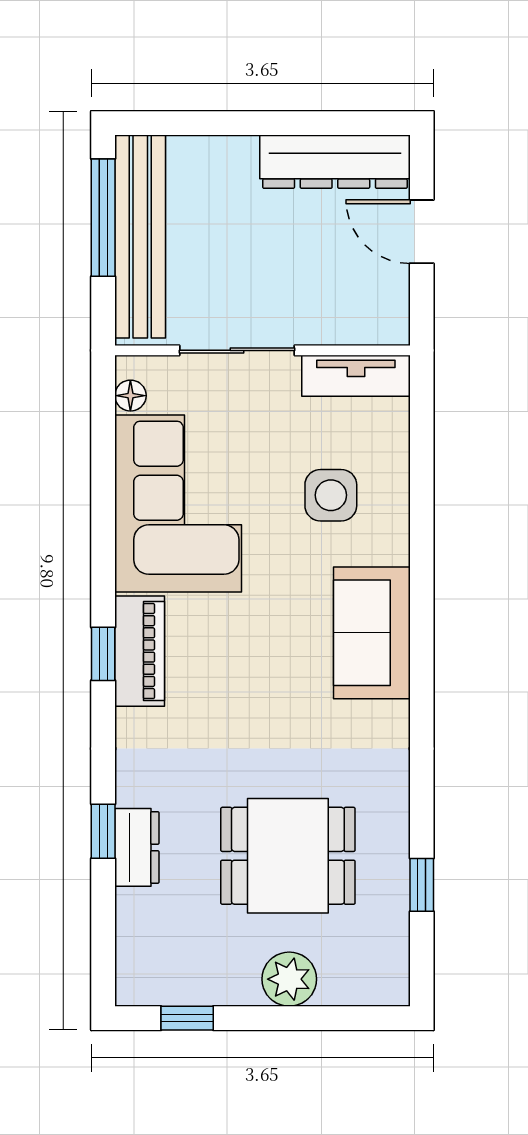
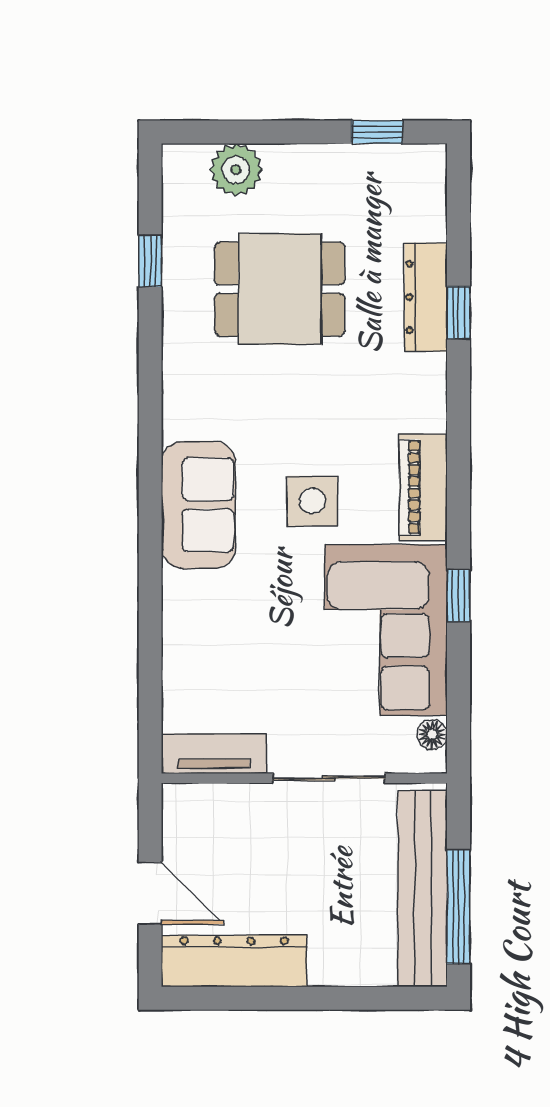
side table: (331, 495) -> (312, 501), moved
window: (103, 654) -> (459, 596), moved
dresser: (137, 847) -> (426, 297), width x1.44
plant: (289, 979) -> (236, 170), moved

